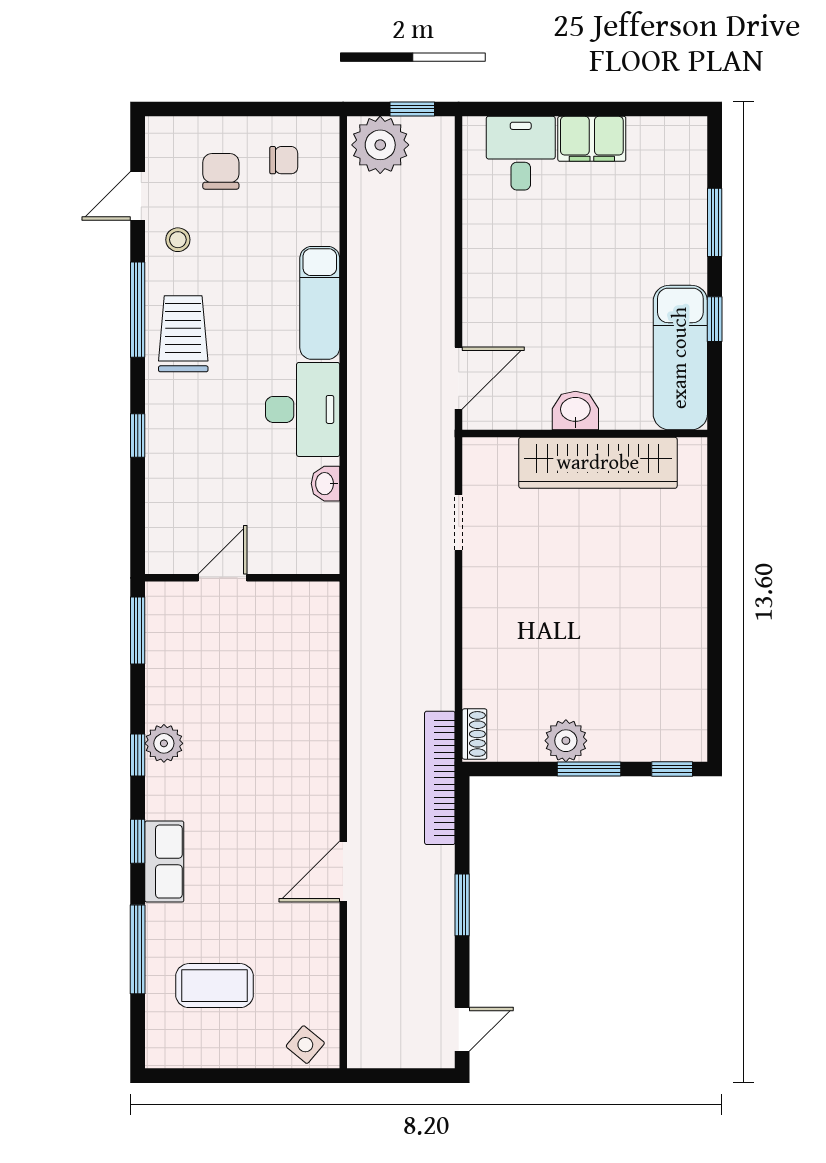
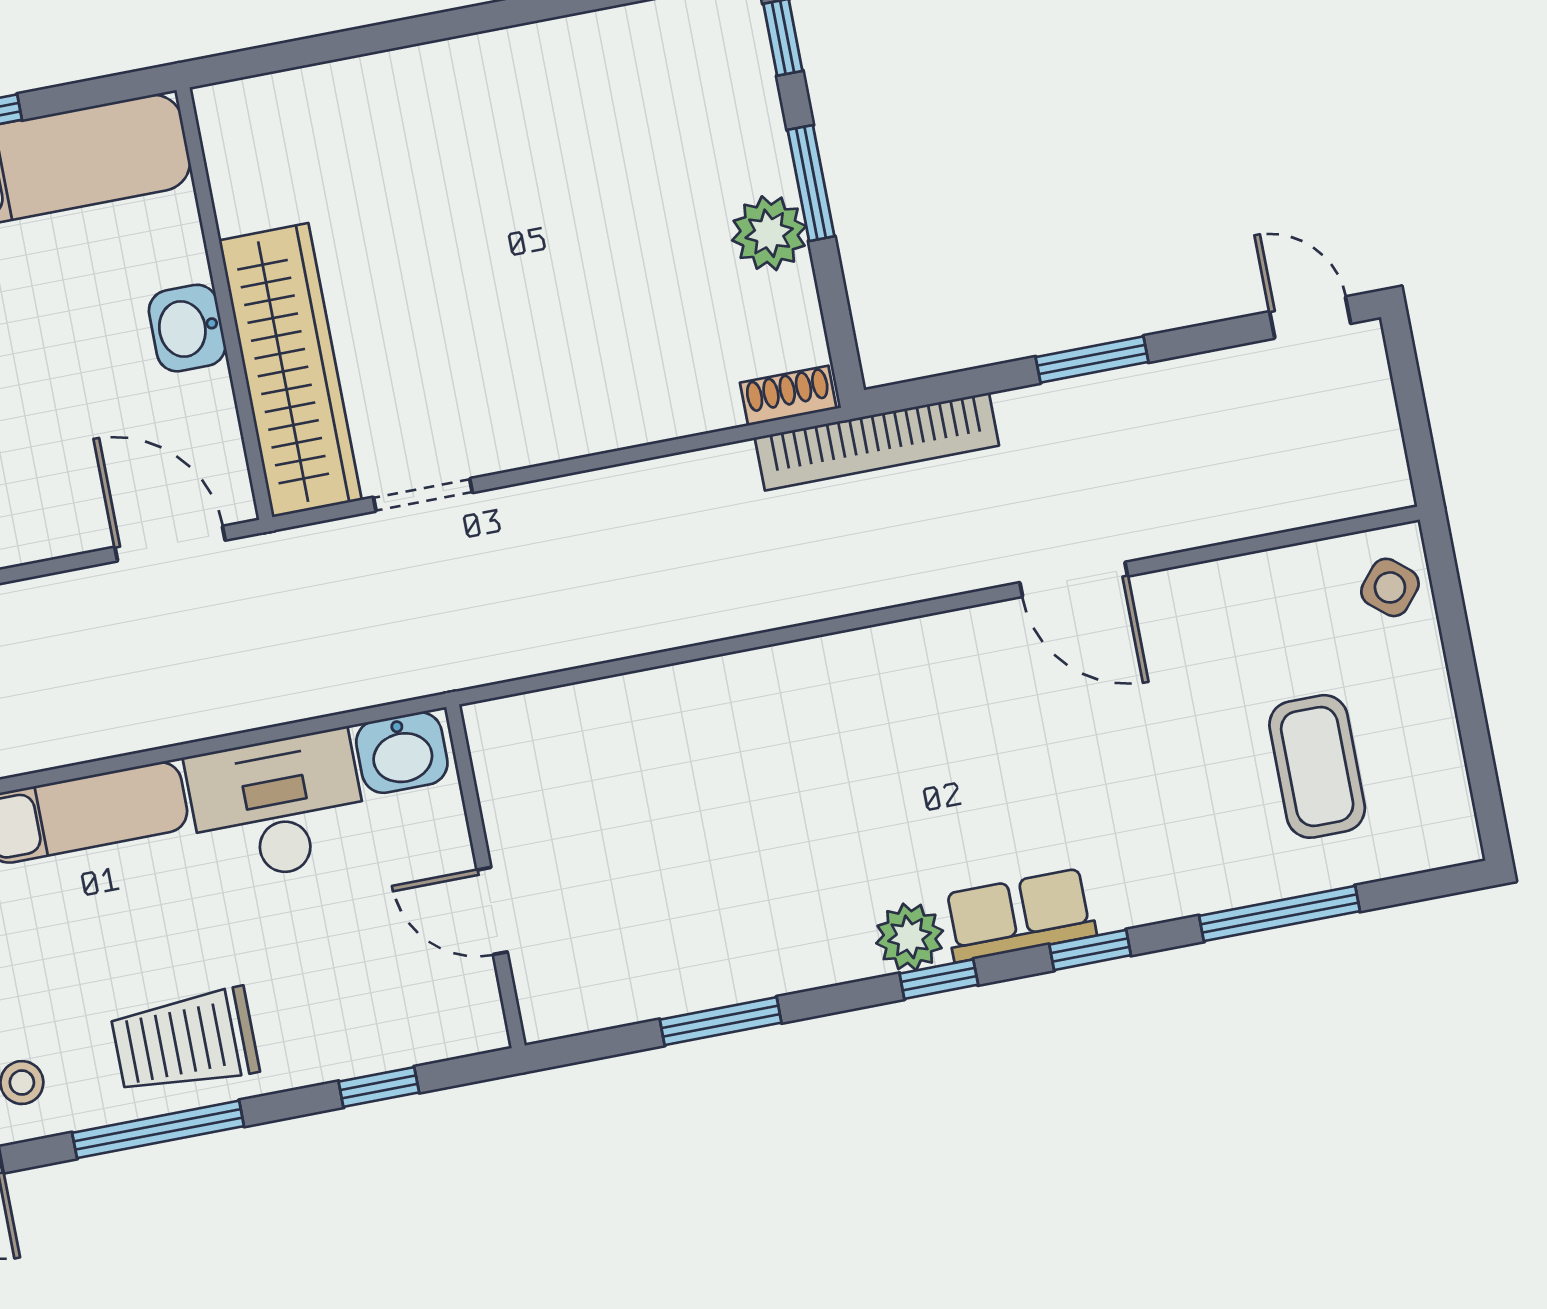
wardrobe: (598, 463) -> (290, 370), moved
washbasin: (325, 484) -> (402, 753), width x1.38, depth x1.45
door: (222, 578) -> (492, 911), moved
wall: (242, 578) -> (485, 876), moved
row of seats: (164, 862) -> (1019, 915), moved

